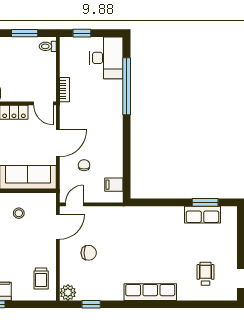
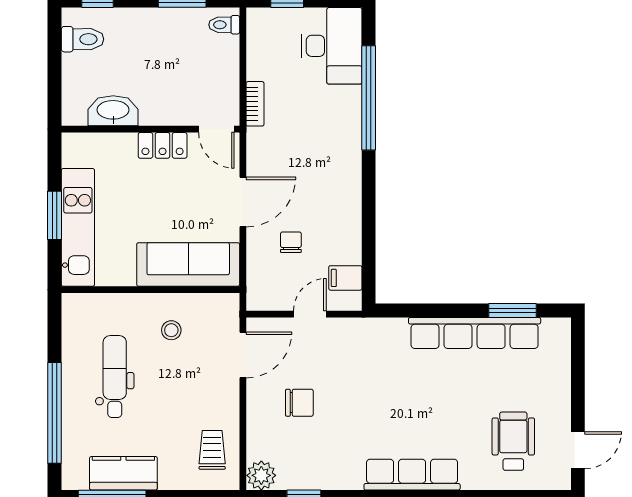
door: (75, 204) -> (310, 314), moved
row of seats: (203, 215) -> (475, 333), width x2.02
wheelchair: (206, 274) -> (513, 441), width x1.36, depth x1.37
trolley: (41, 279) -> (212, 450), turned 180

